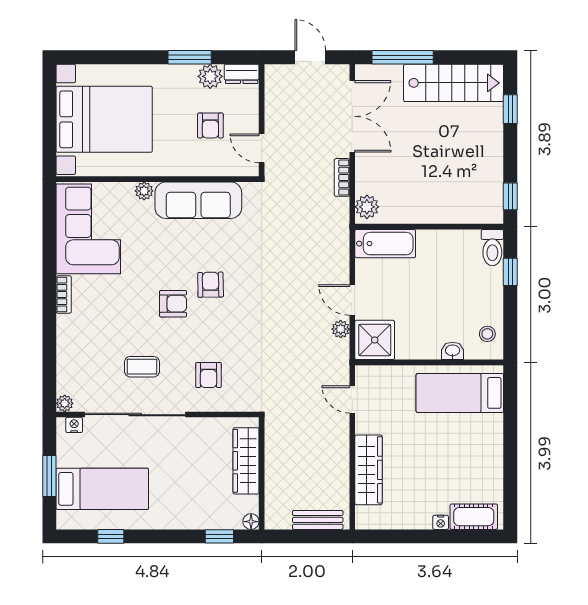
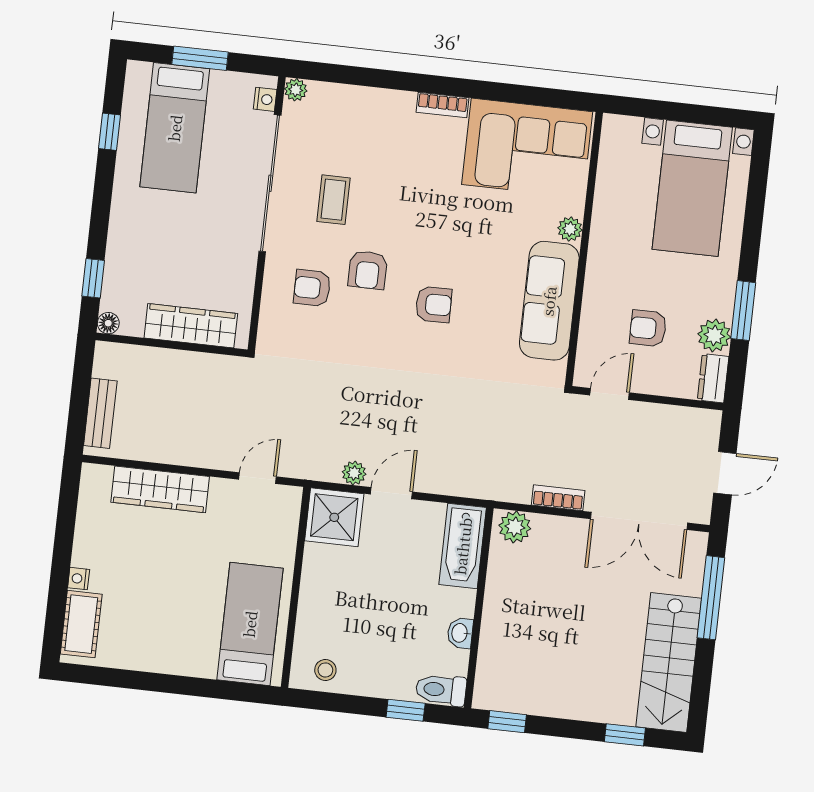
bed with nightstands: (104, 119) -> (692, 188), width x0.73
armchair: (173, 304) -> (368, 270), moved
washbasin: (453, 351) -> (460, 633), moved, turned 180

